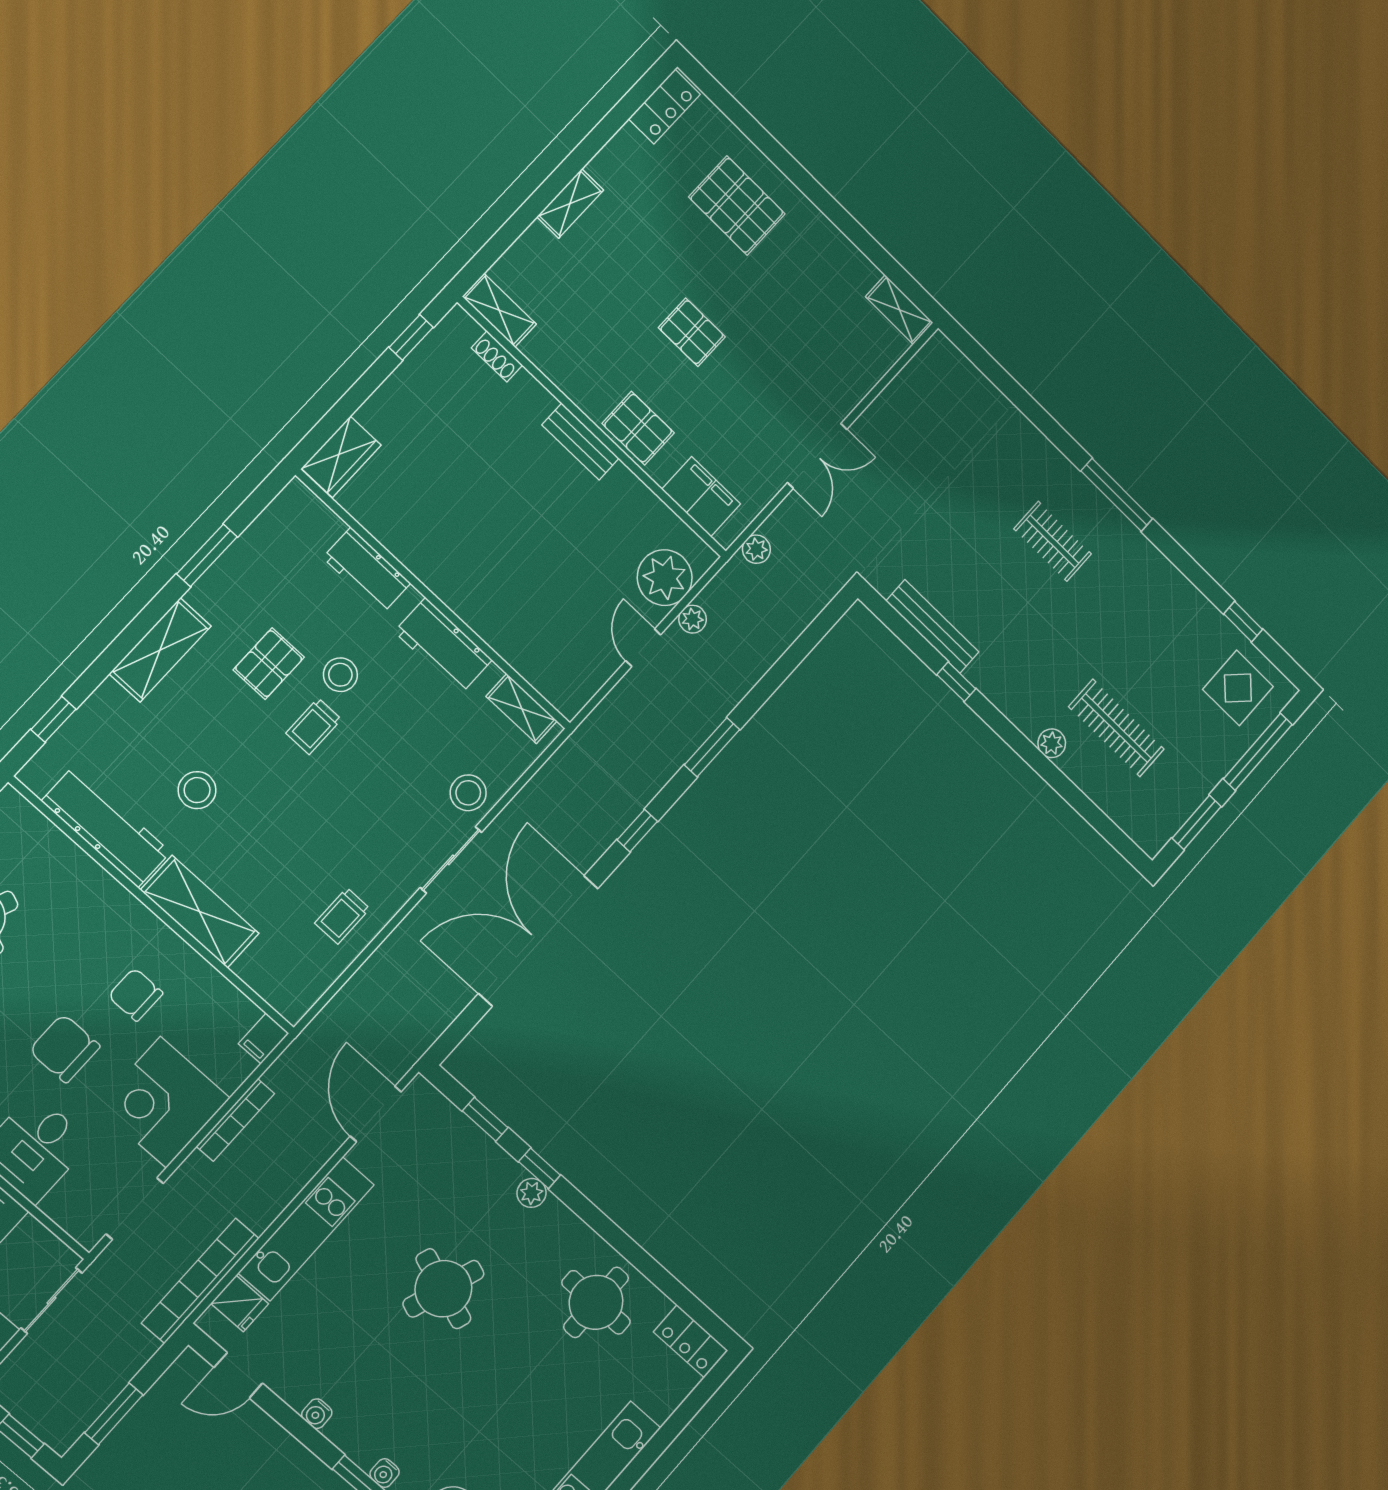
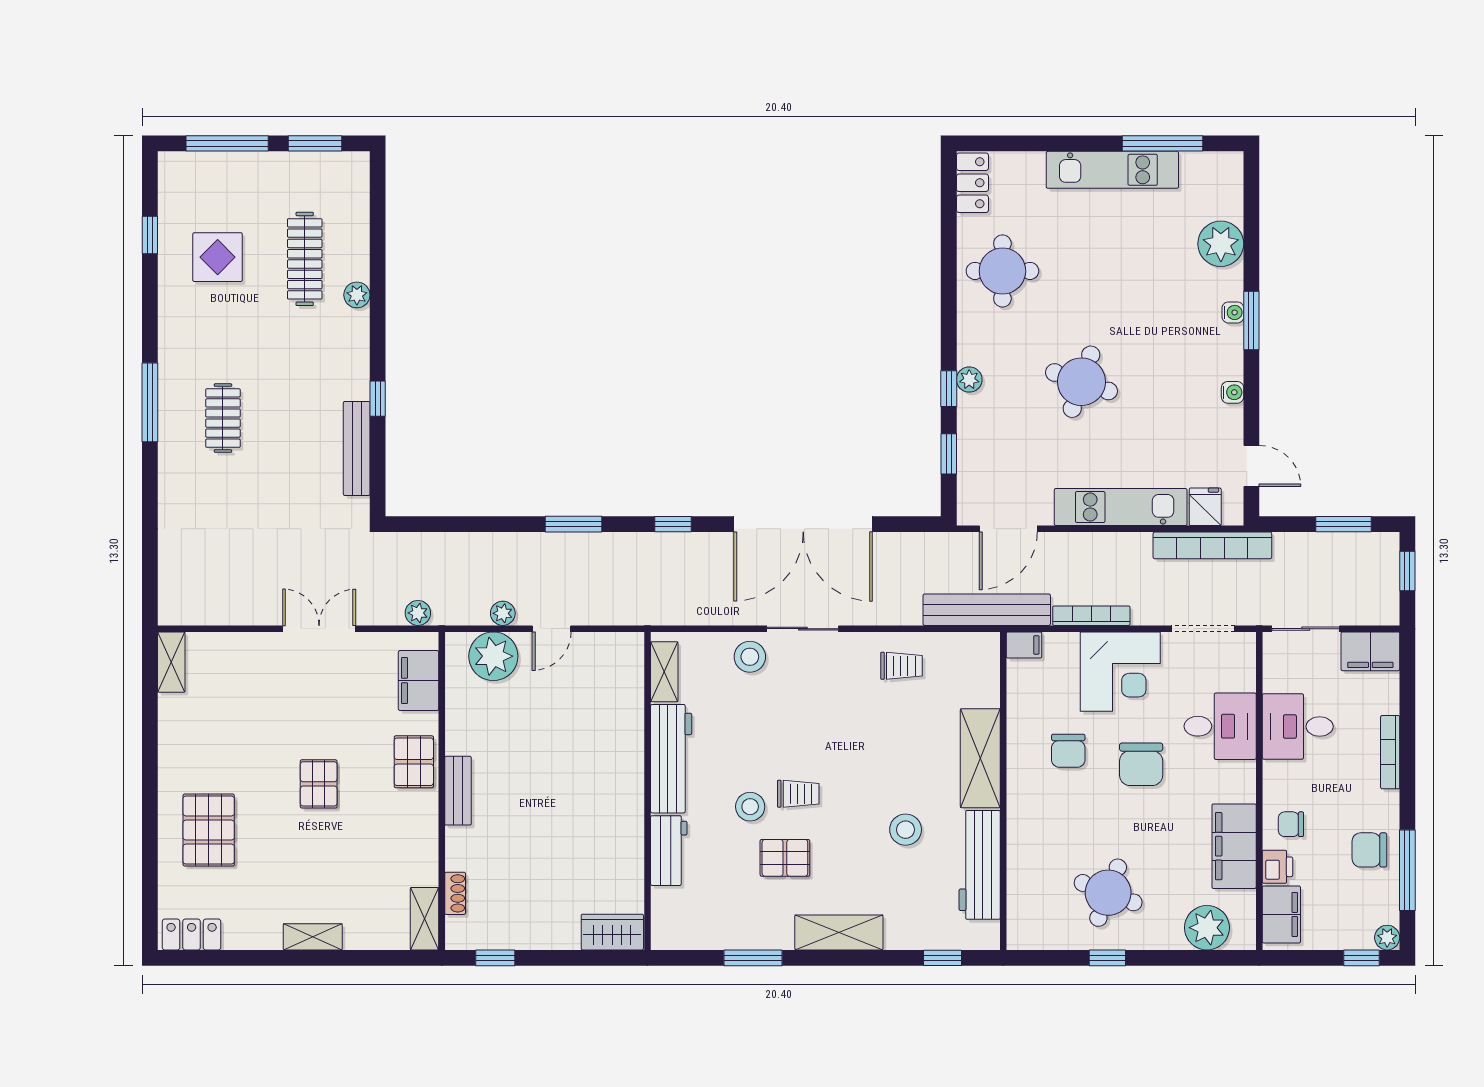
workbench: (443, 646) -> (671, 759), width x1.38
display table: (1238, 688) -> (218, 257), moved
bench: (323, 1033) -> (987, 610), added

